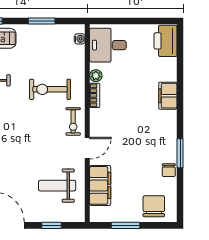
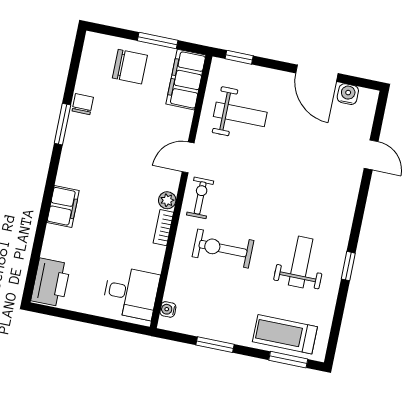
plant: (96, 76) -> (167, 200), moved
exercise bike: (50, 89) -> (223, 249), turned 180
filing cabinet: (100, 185) -> (186, 80), moved
chair: (154, 206) -> (130, 67), moved, turned -90
window: (52, 225) -> (239, 57), moved

